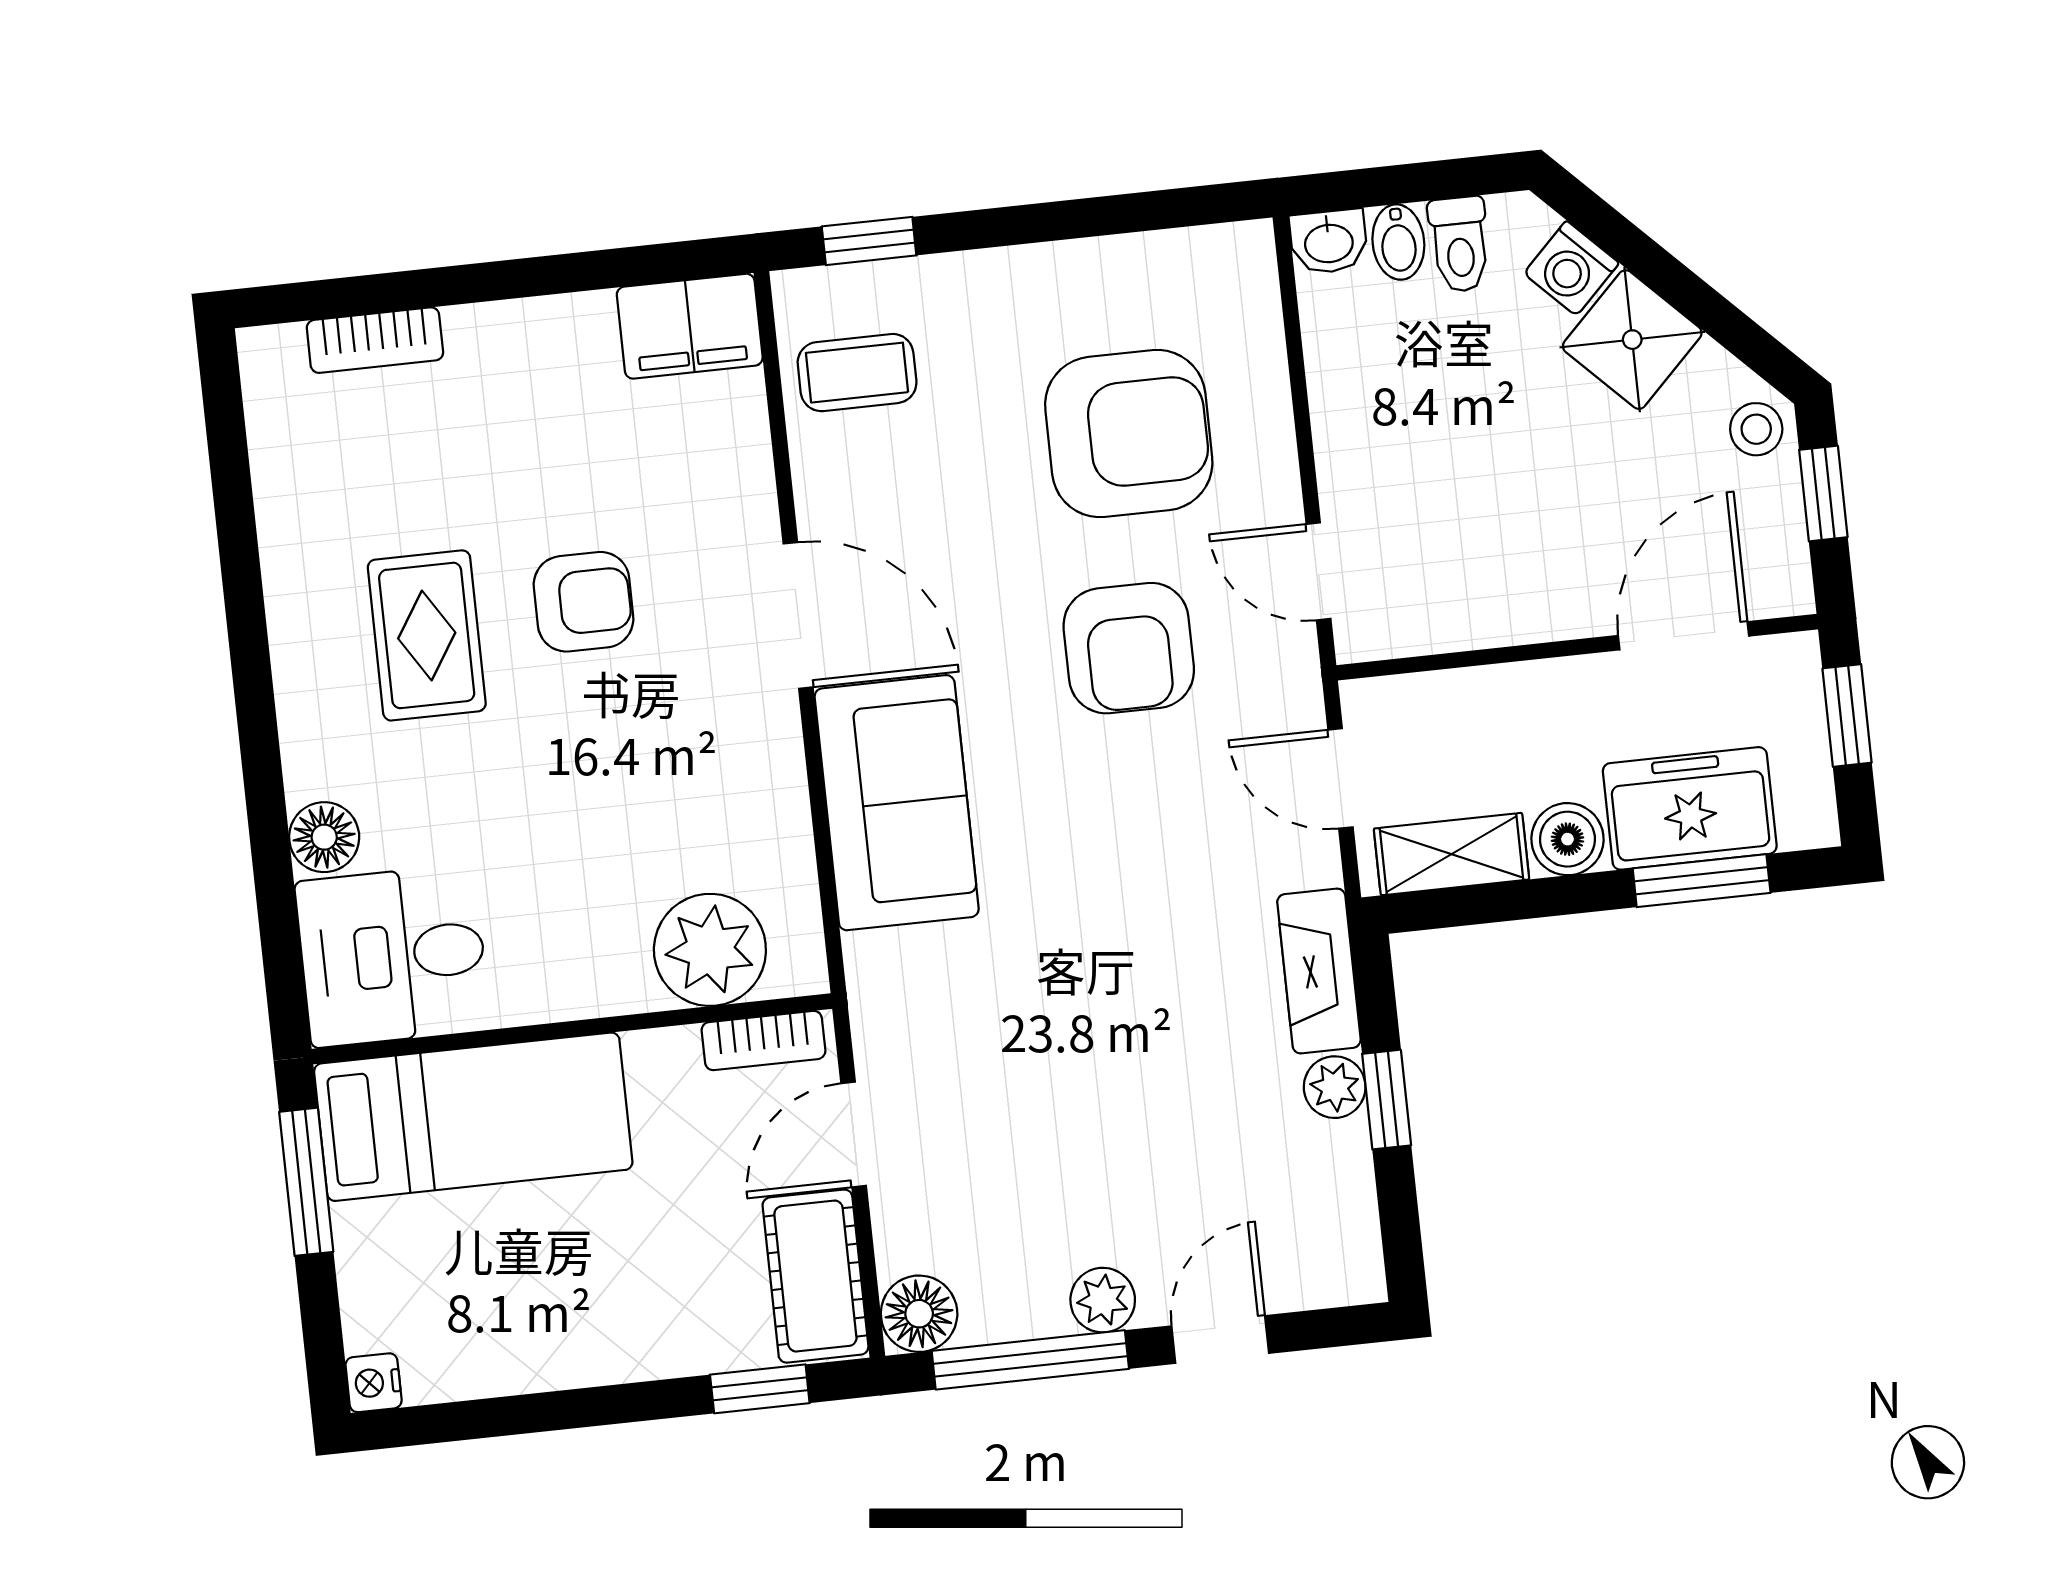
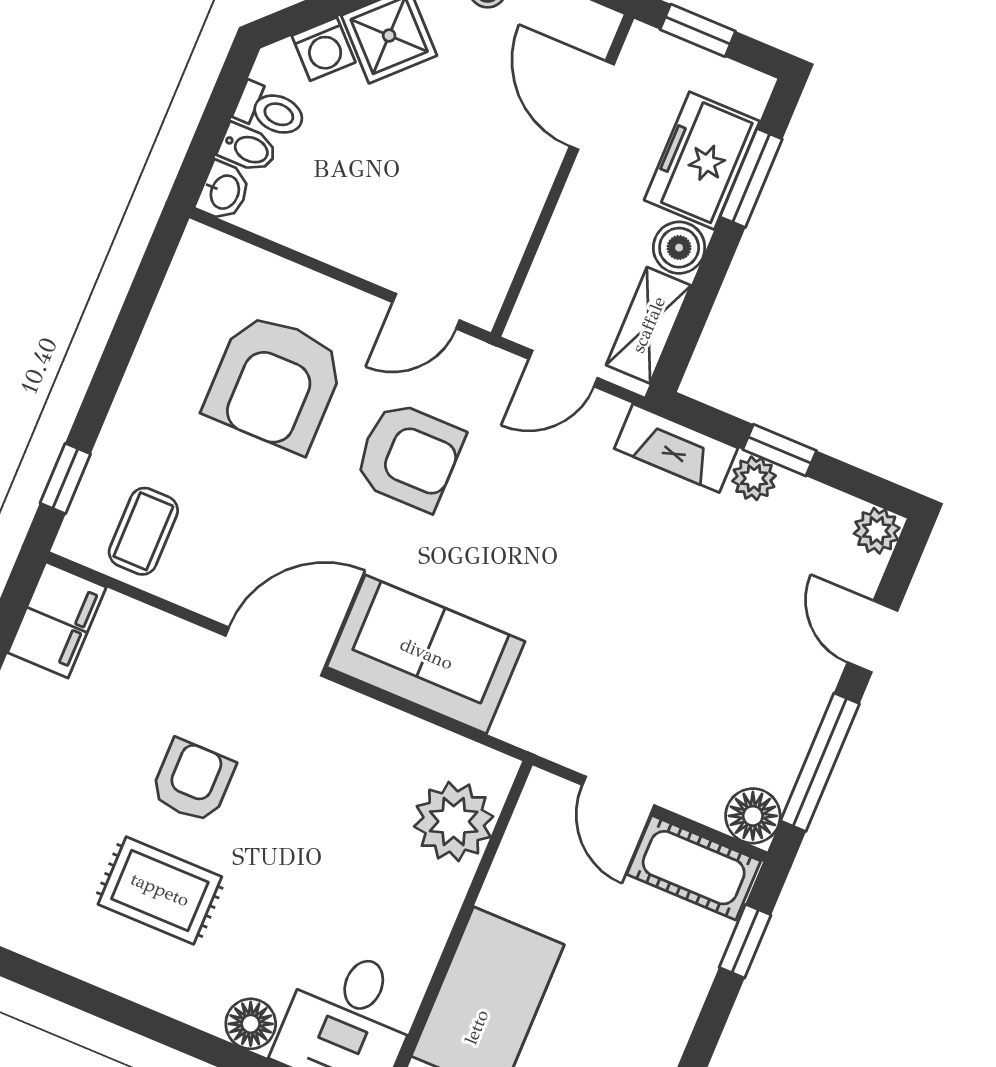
armchair: (1129, 434) -> (275, 382), turned 180
bookcase: (763, 1041) -> (529, 819), removed
plant: (1103, 1300) -> (877, 531), moved

